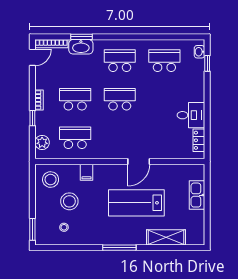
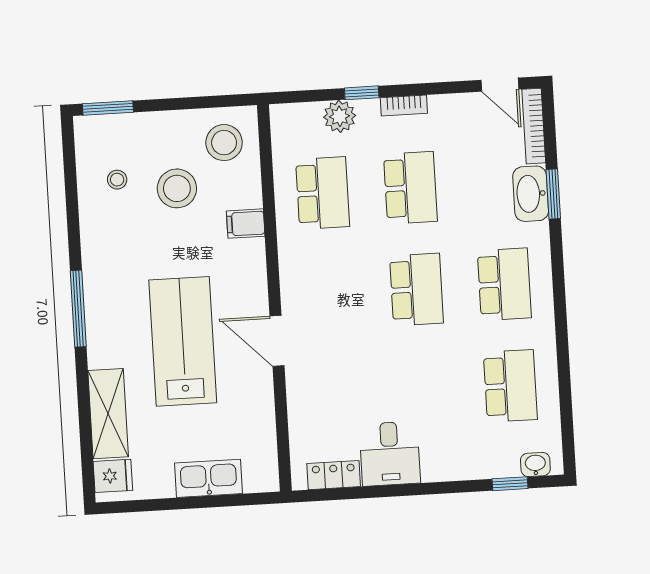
plant: (42, 142) -> (340, 116), moved
fridge: (193, 237) -> (113, 476), added

